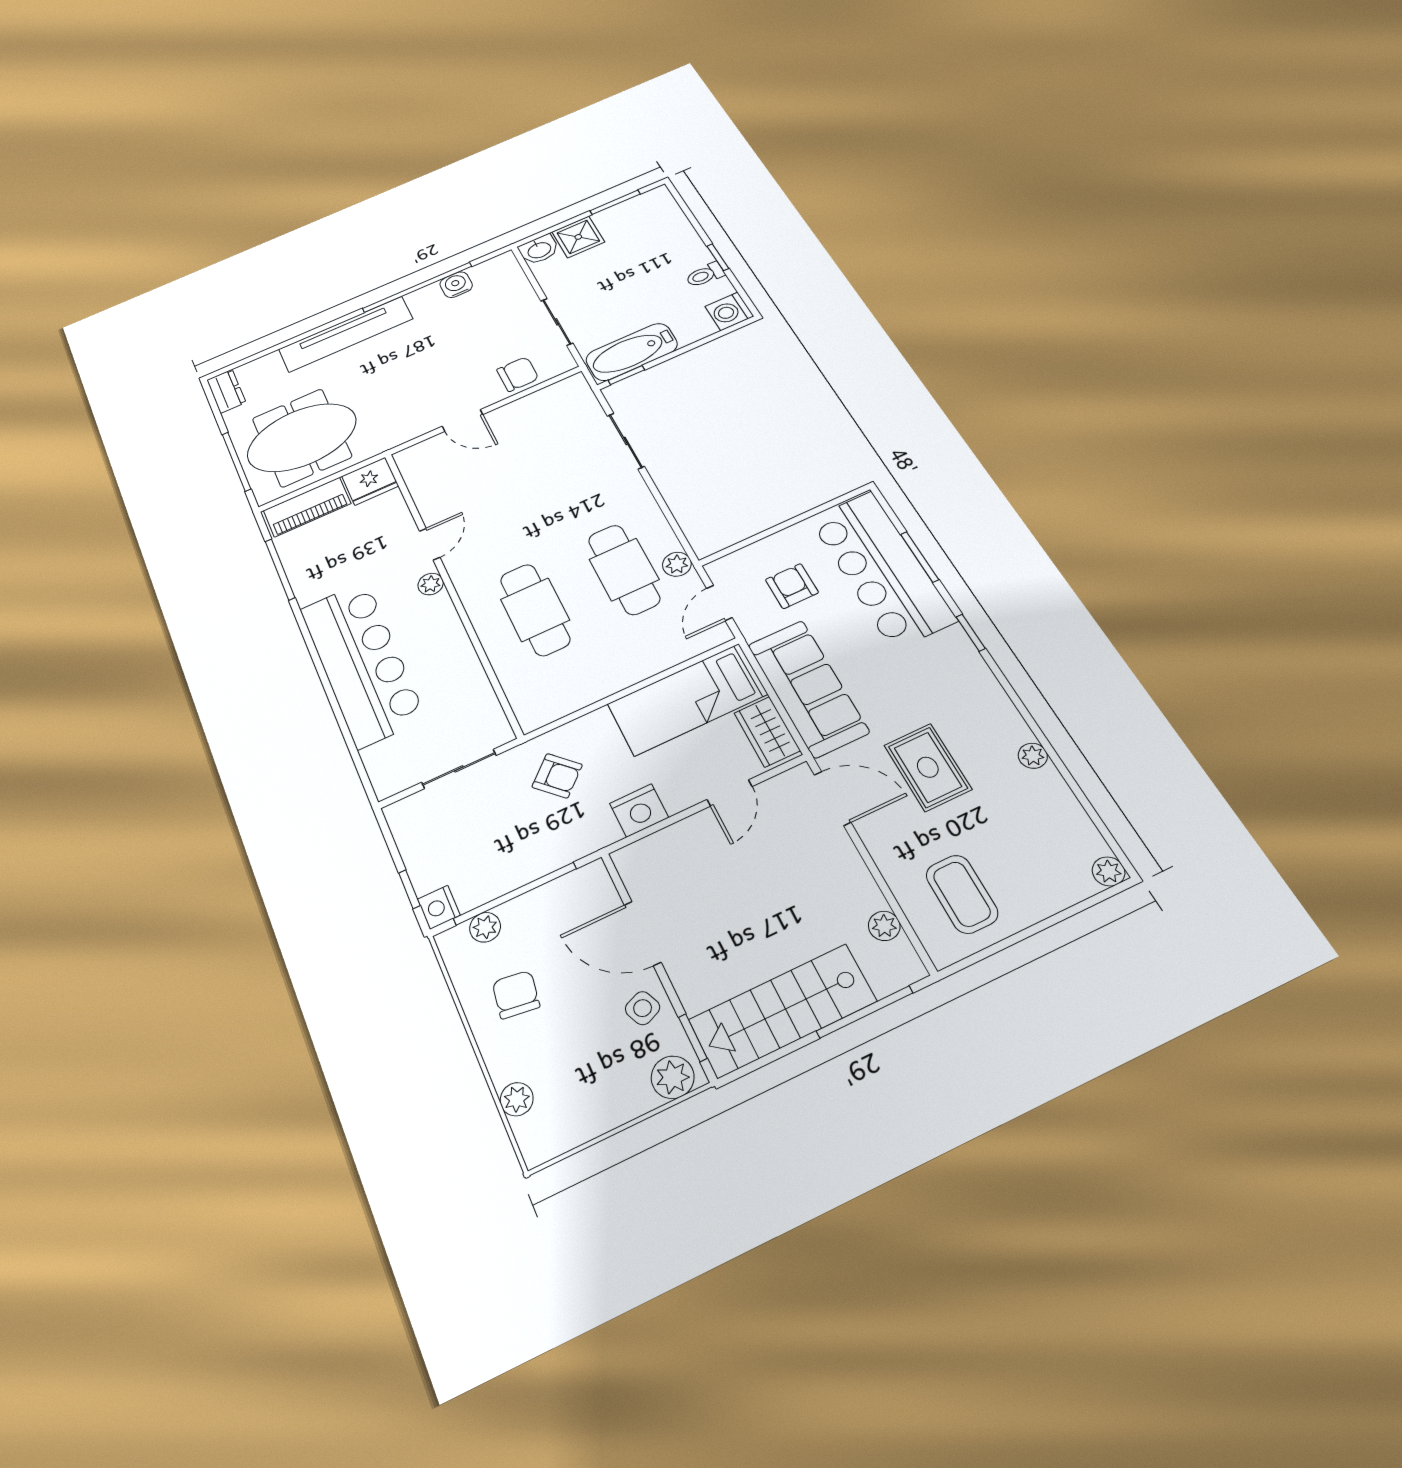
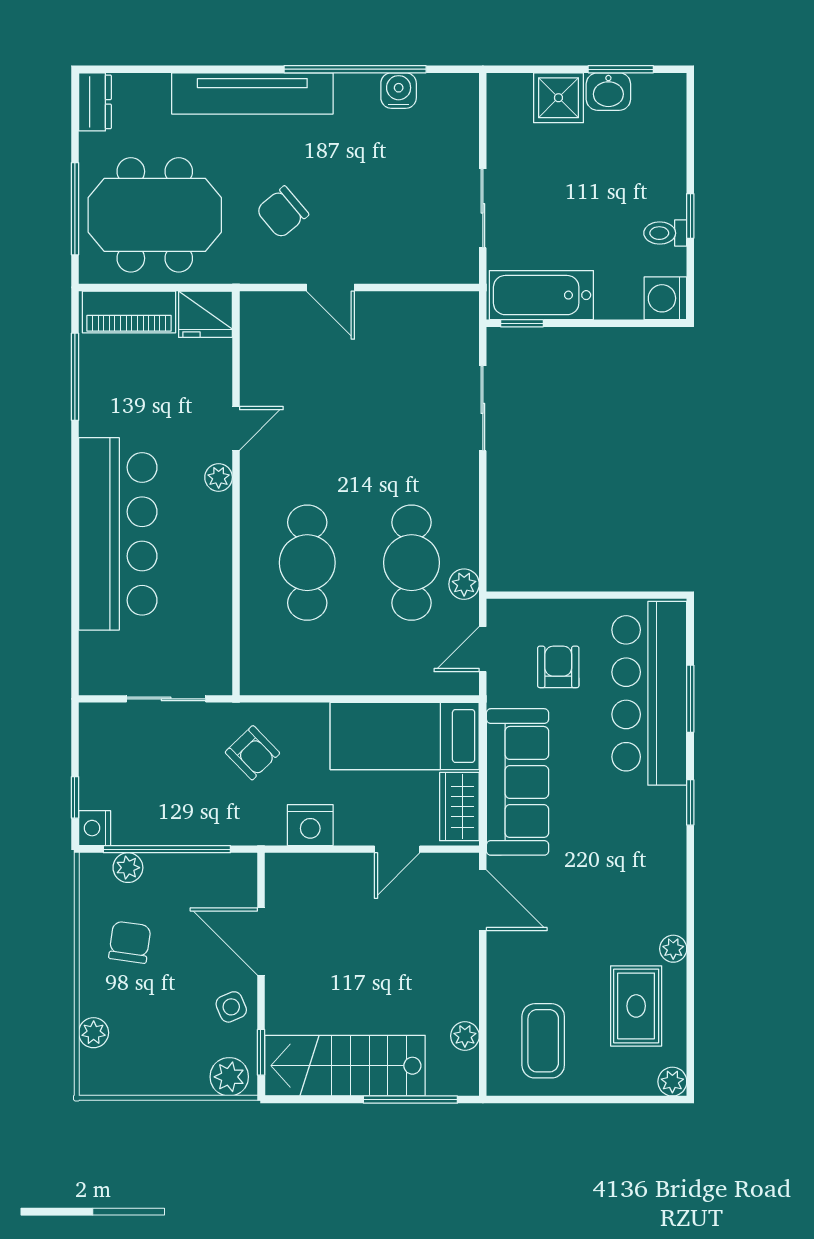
washbasin: (539, 250) -> (608, 92), moved
chair: (518, 374) -> (282, 212), moved, turned 140
rug: (928, 767) -> (636, 1006), moved

